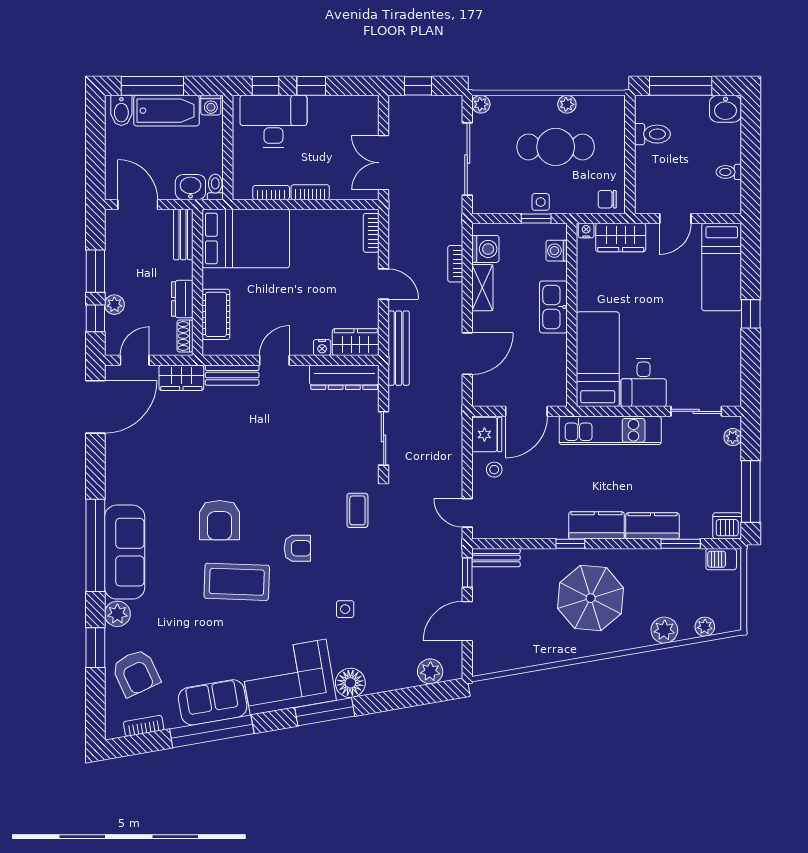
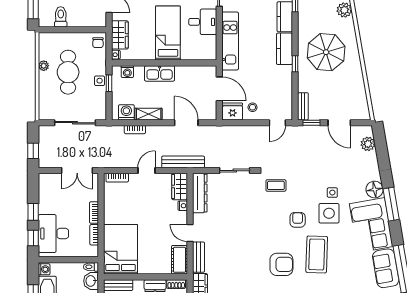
plant: (481, 104) -> (44, 115), removed
cot: (216, 314) -> (179, 260), moved, turned 90
bed: (598, 359) -> (168, 33), moved, turned 90
side table: (309, 603) -> (329, 213), added

